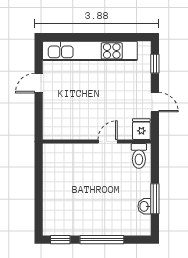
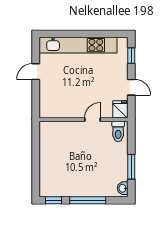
washbasin: (144, 206) -> (123, 188), moved

